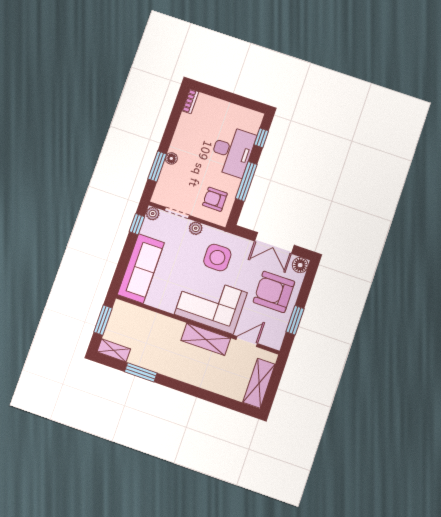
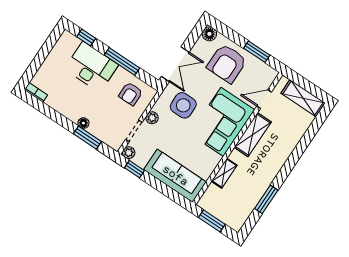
double door: (274, 243) -> (175, 64), moved
door: (247, 342) -> (264, 99), hinge flipped
shelving: (114, 350) -> (224, 173), moved

